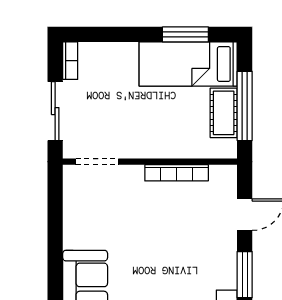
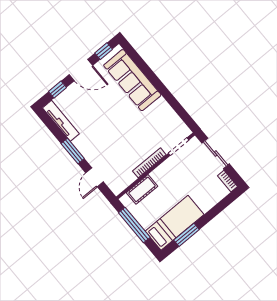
cot: (224, 113) -> (142, 189), moved, turned 90
bookcase: (177, 173) -> (149, 163), moved

